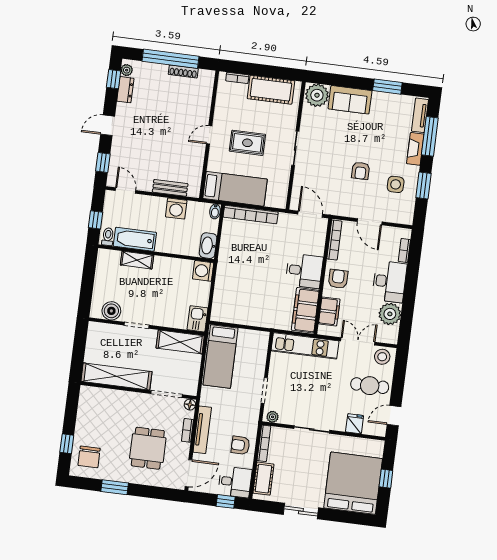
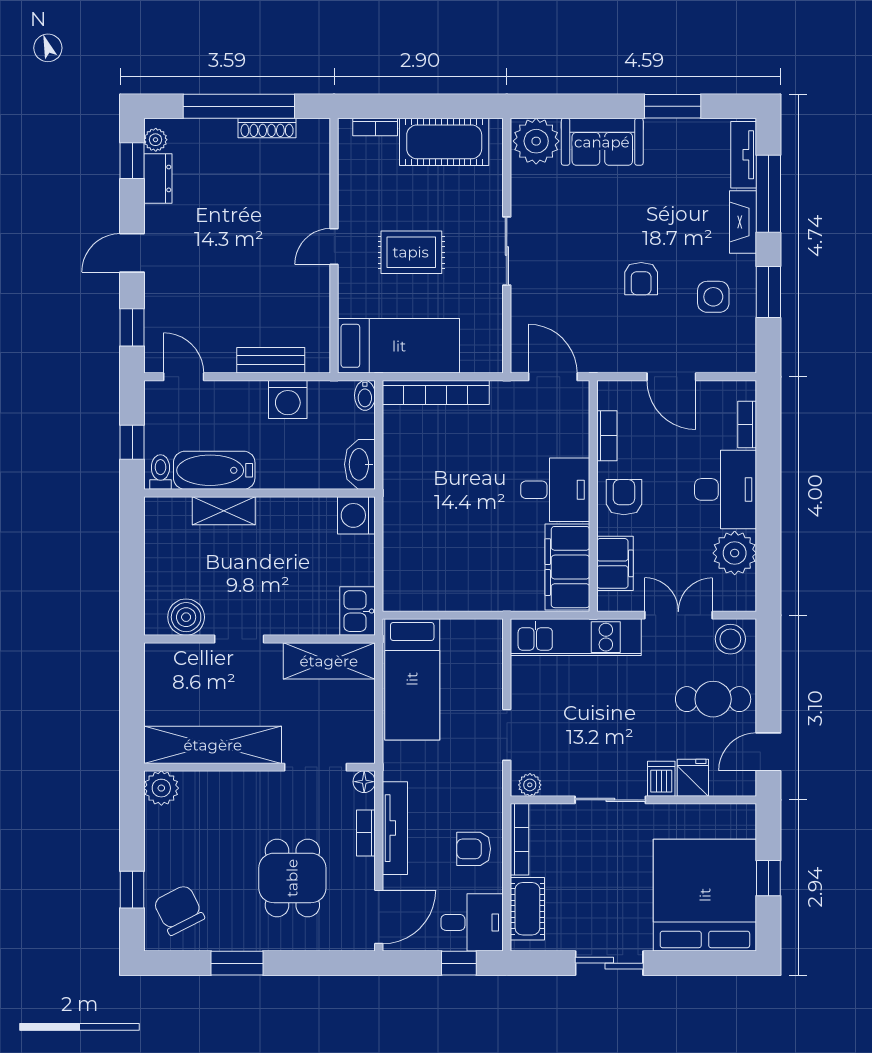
bookcase: (334, 240) -> (607, 436), width x0.64
plant: (88, 395) -> (161, 788), added
dishwasher: (339, 422) -> (661, 779), added
chair: (89, 457) -> (179, 910), turned 153

